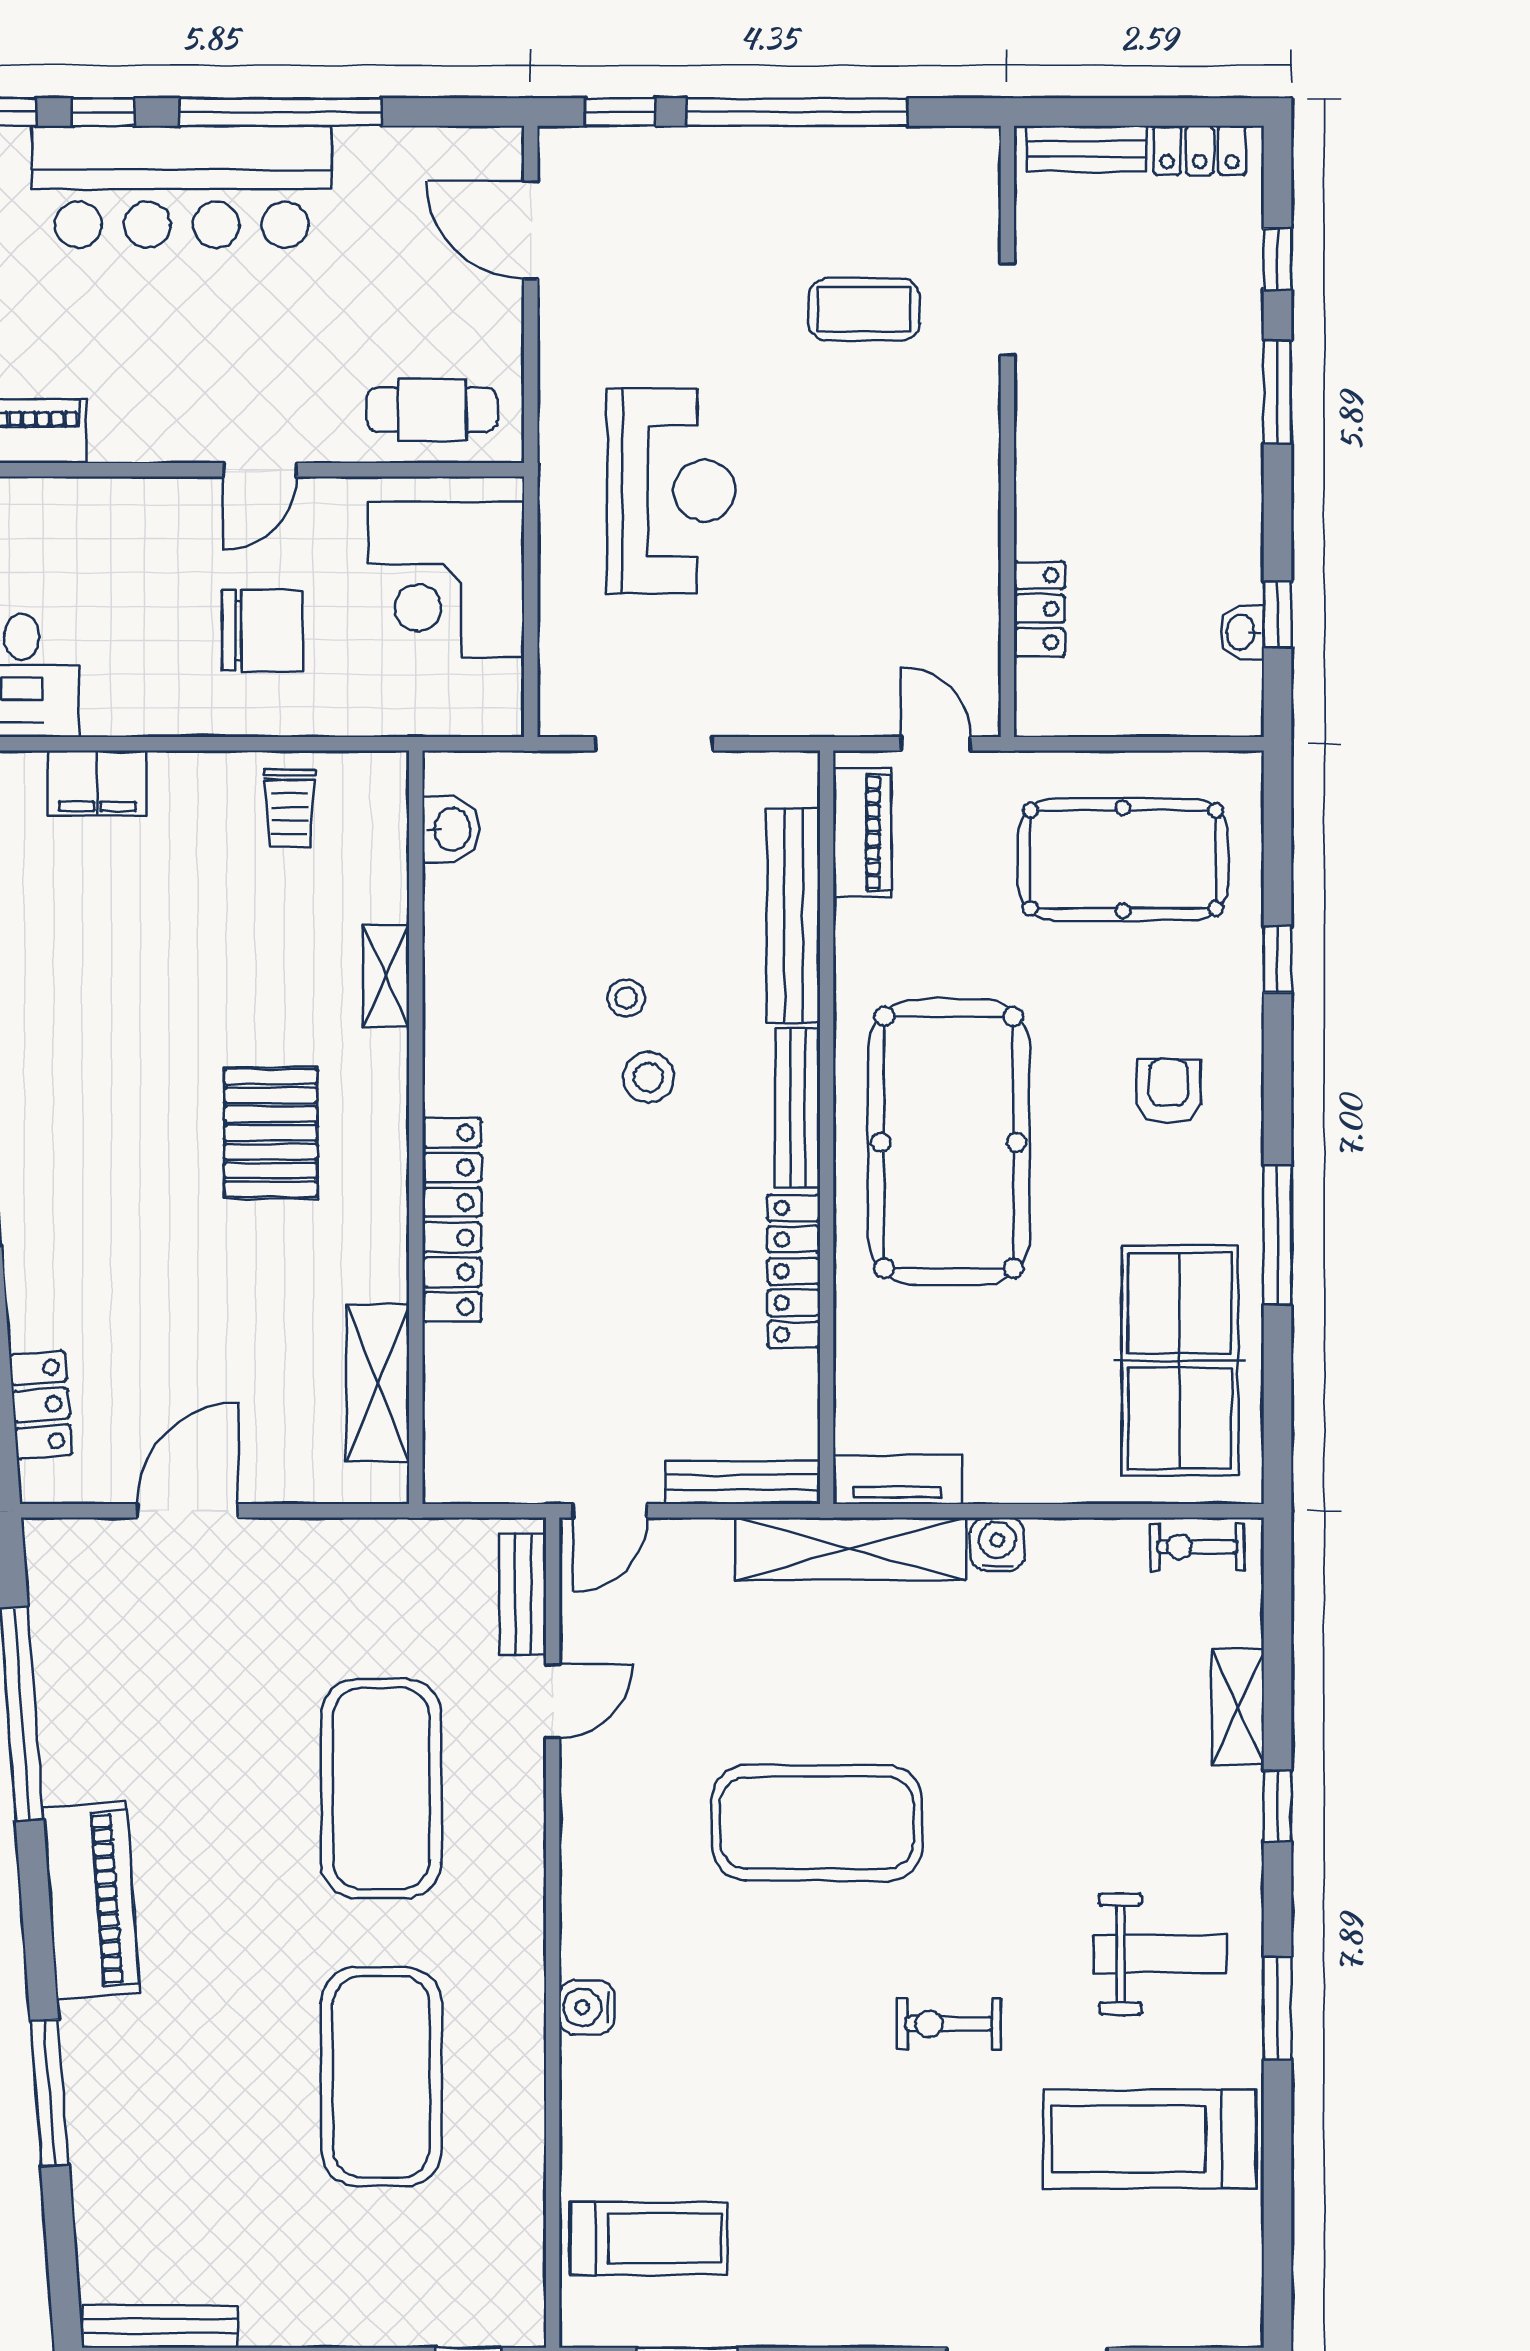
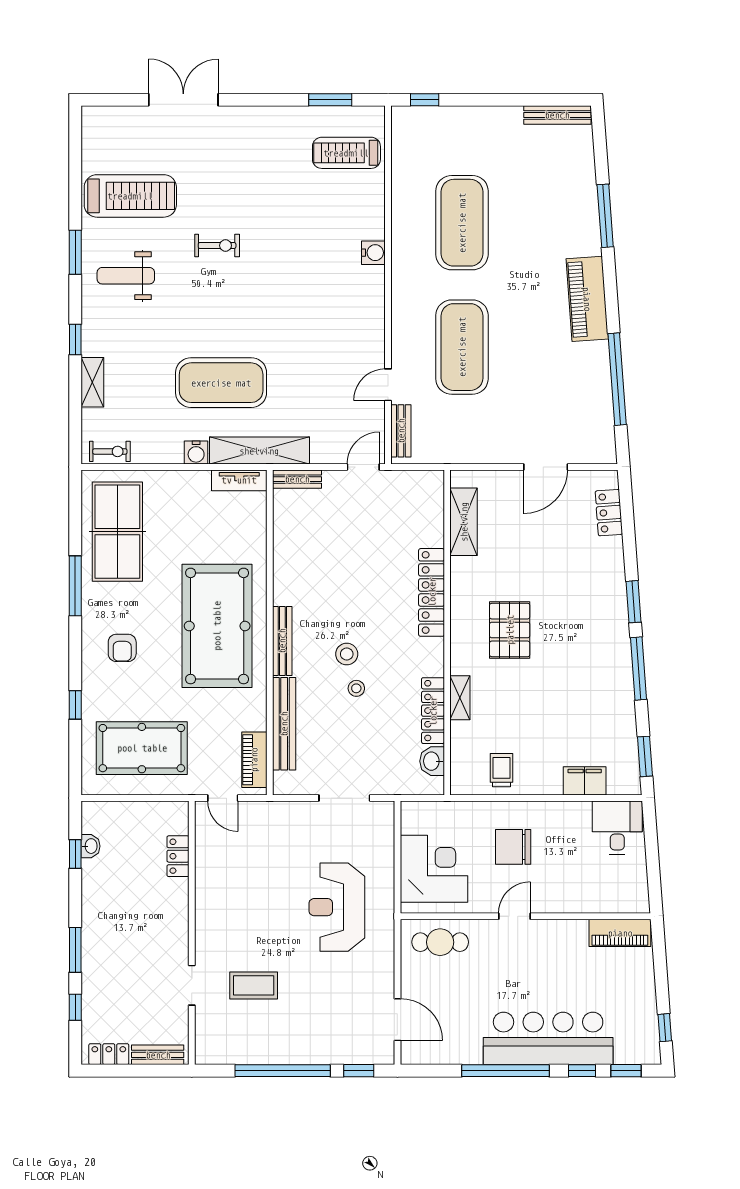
locker: (794, 1271) -> (433, 711), moved, turned 180
bench: (743, 1483) -> (297, 479), width x0.73
exercise mat: (817, 1823) -> (221, 383), moved

